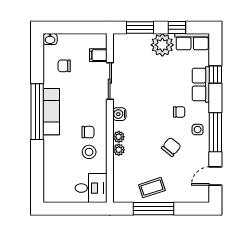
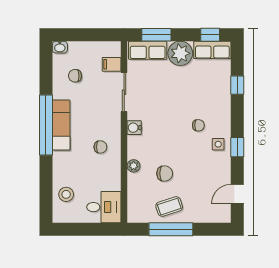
window: (177, 27) -> (210, 35), moved
row of seats: (201, 85) -> (148, 50), moved, turned -90
window: (215, 132) -> (237, 147), width x0.46
plant: (119, 137) -> (133, 152), removed
chair: (171, 147) -> (165, 173), moved, turned 51
stool: (89, 152) -> (66, 194), moved

